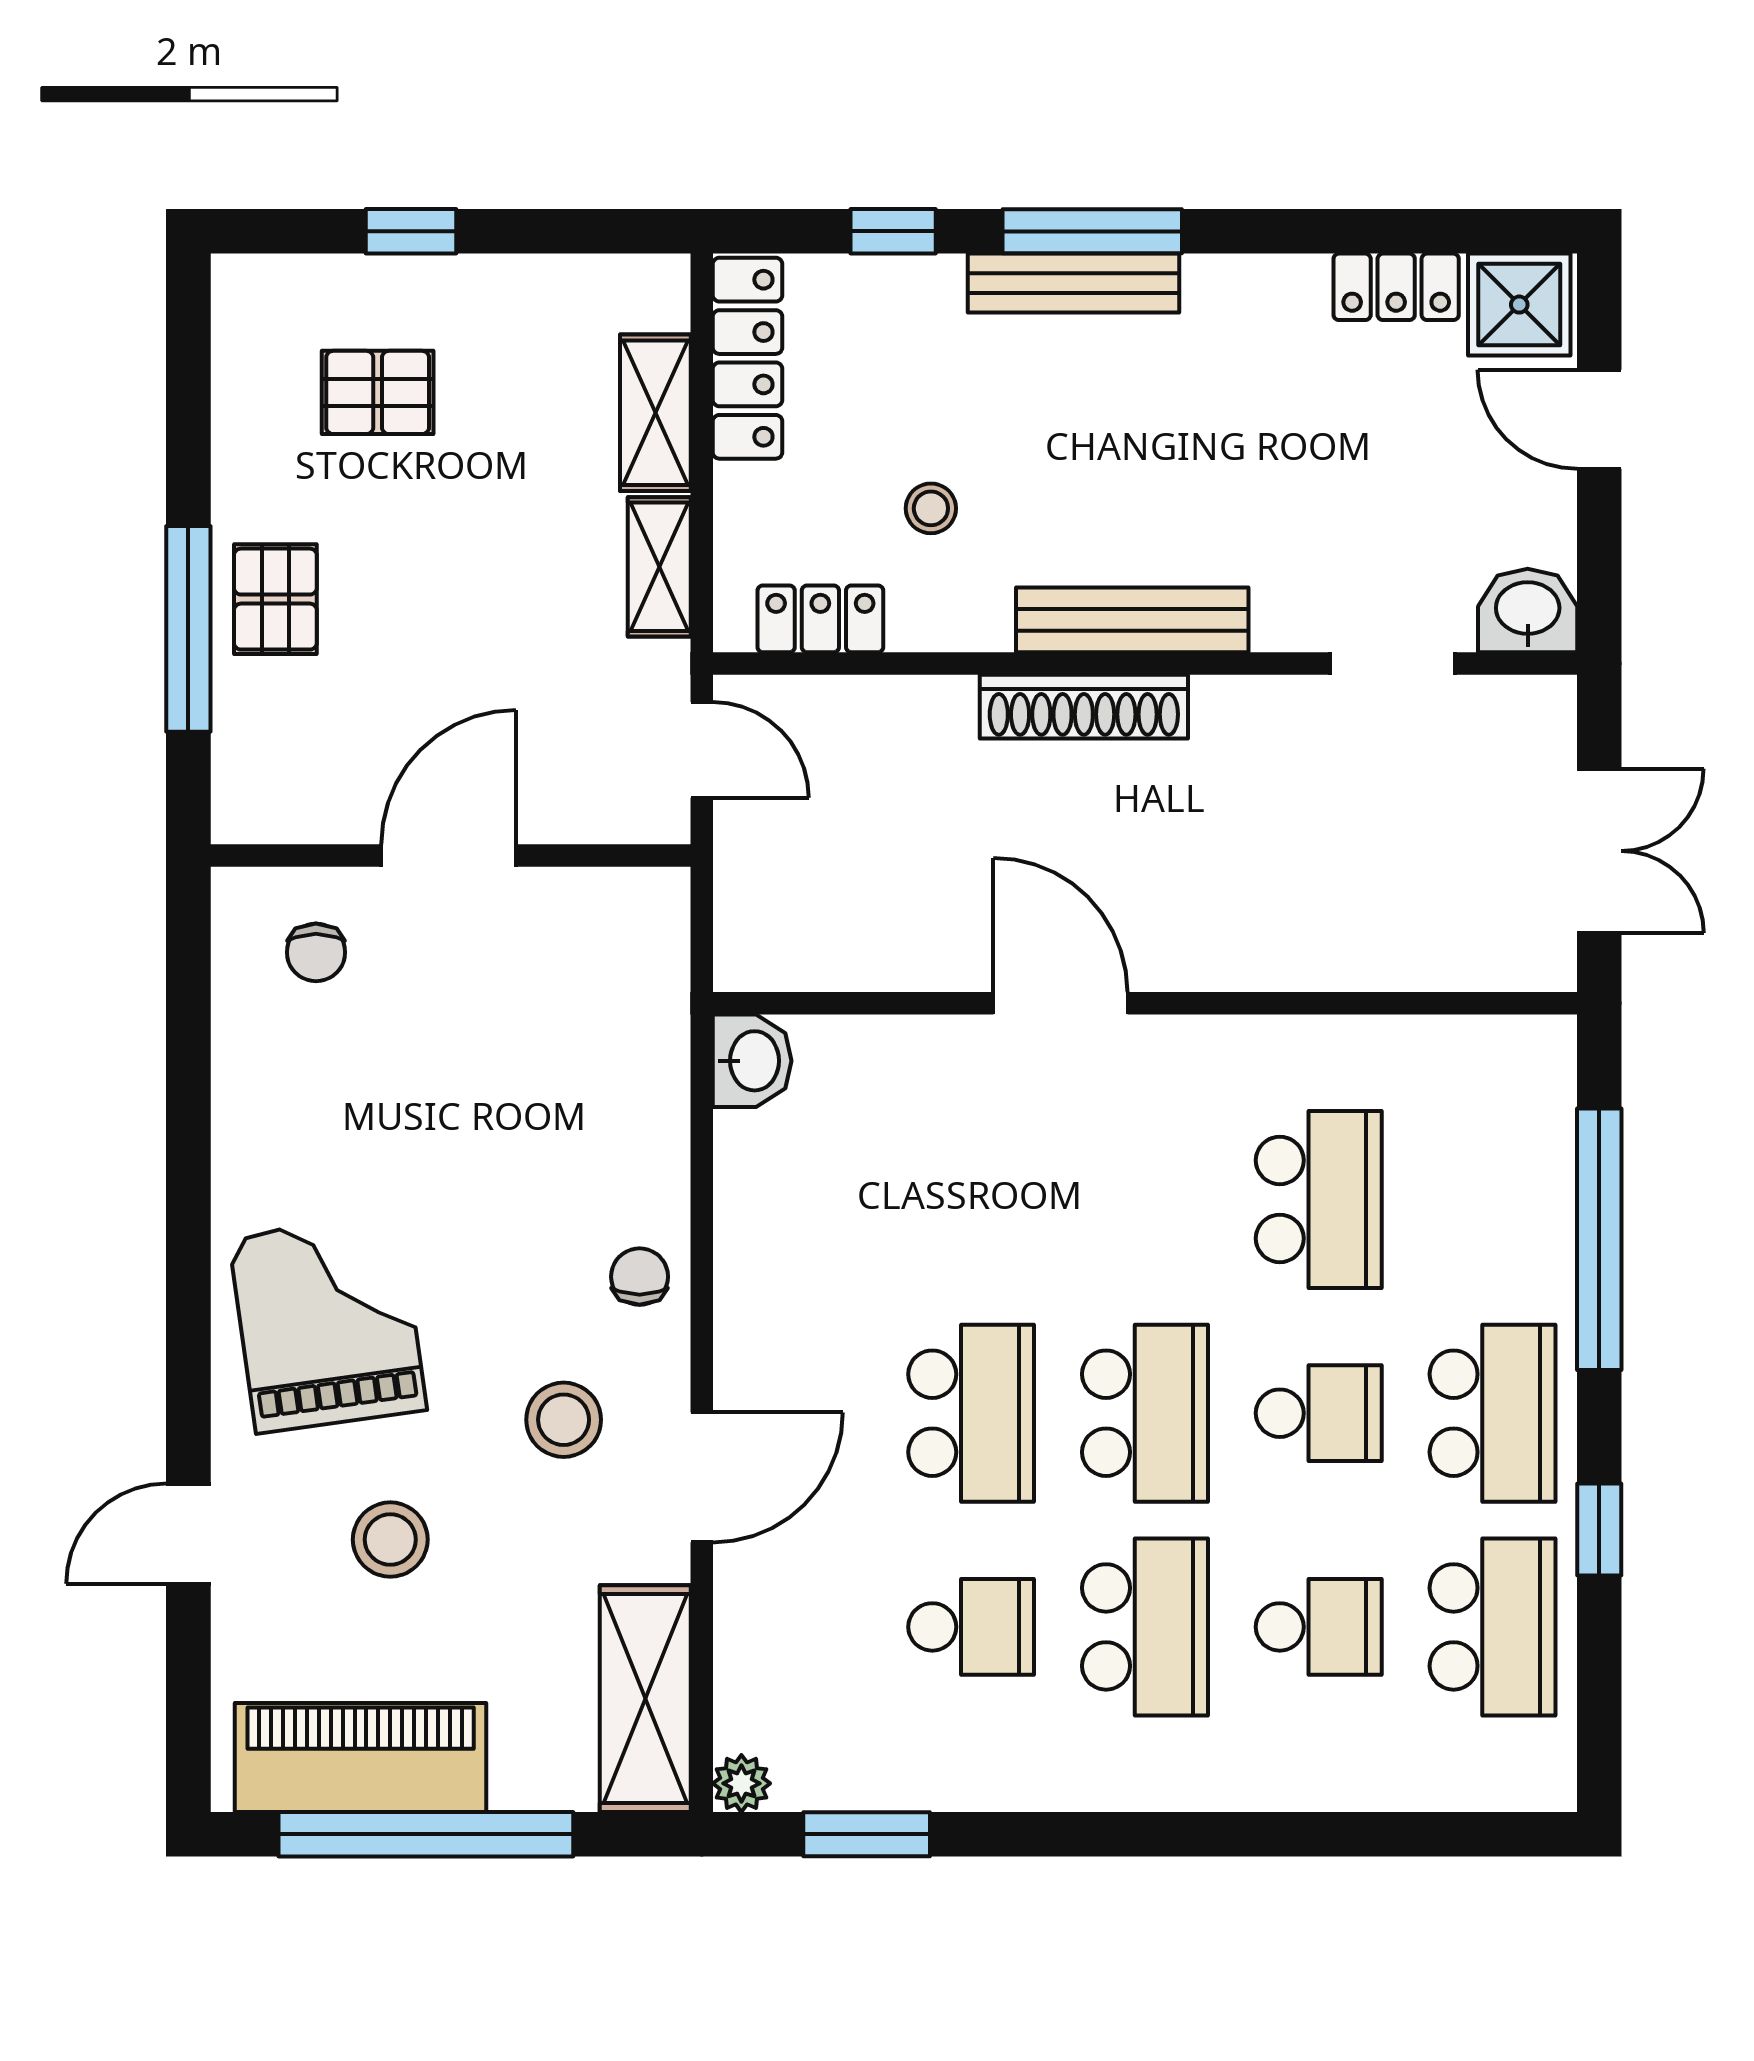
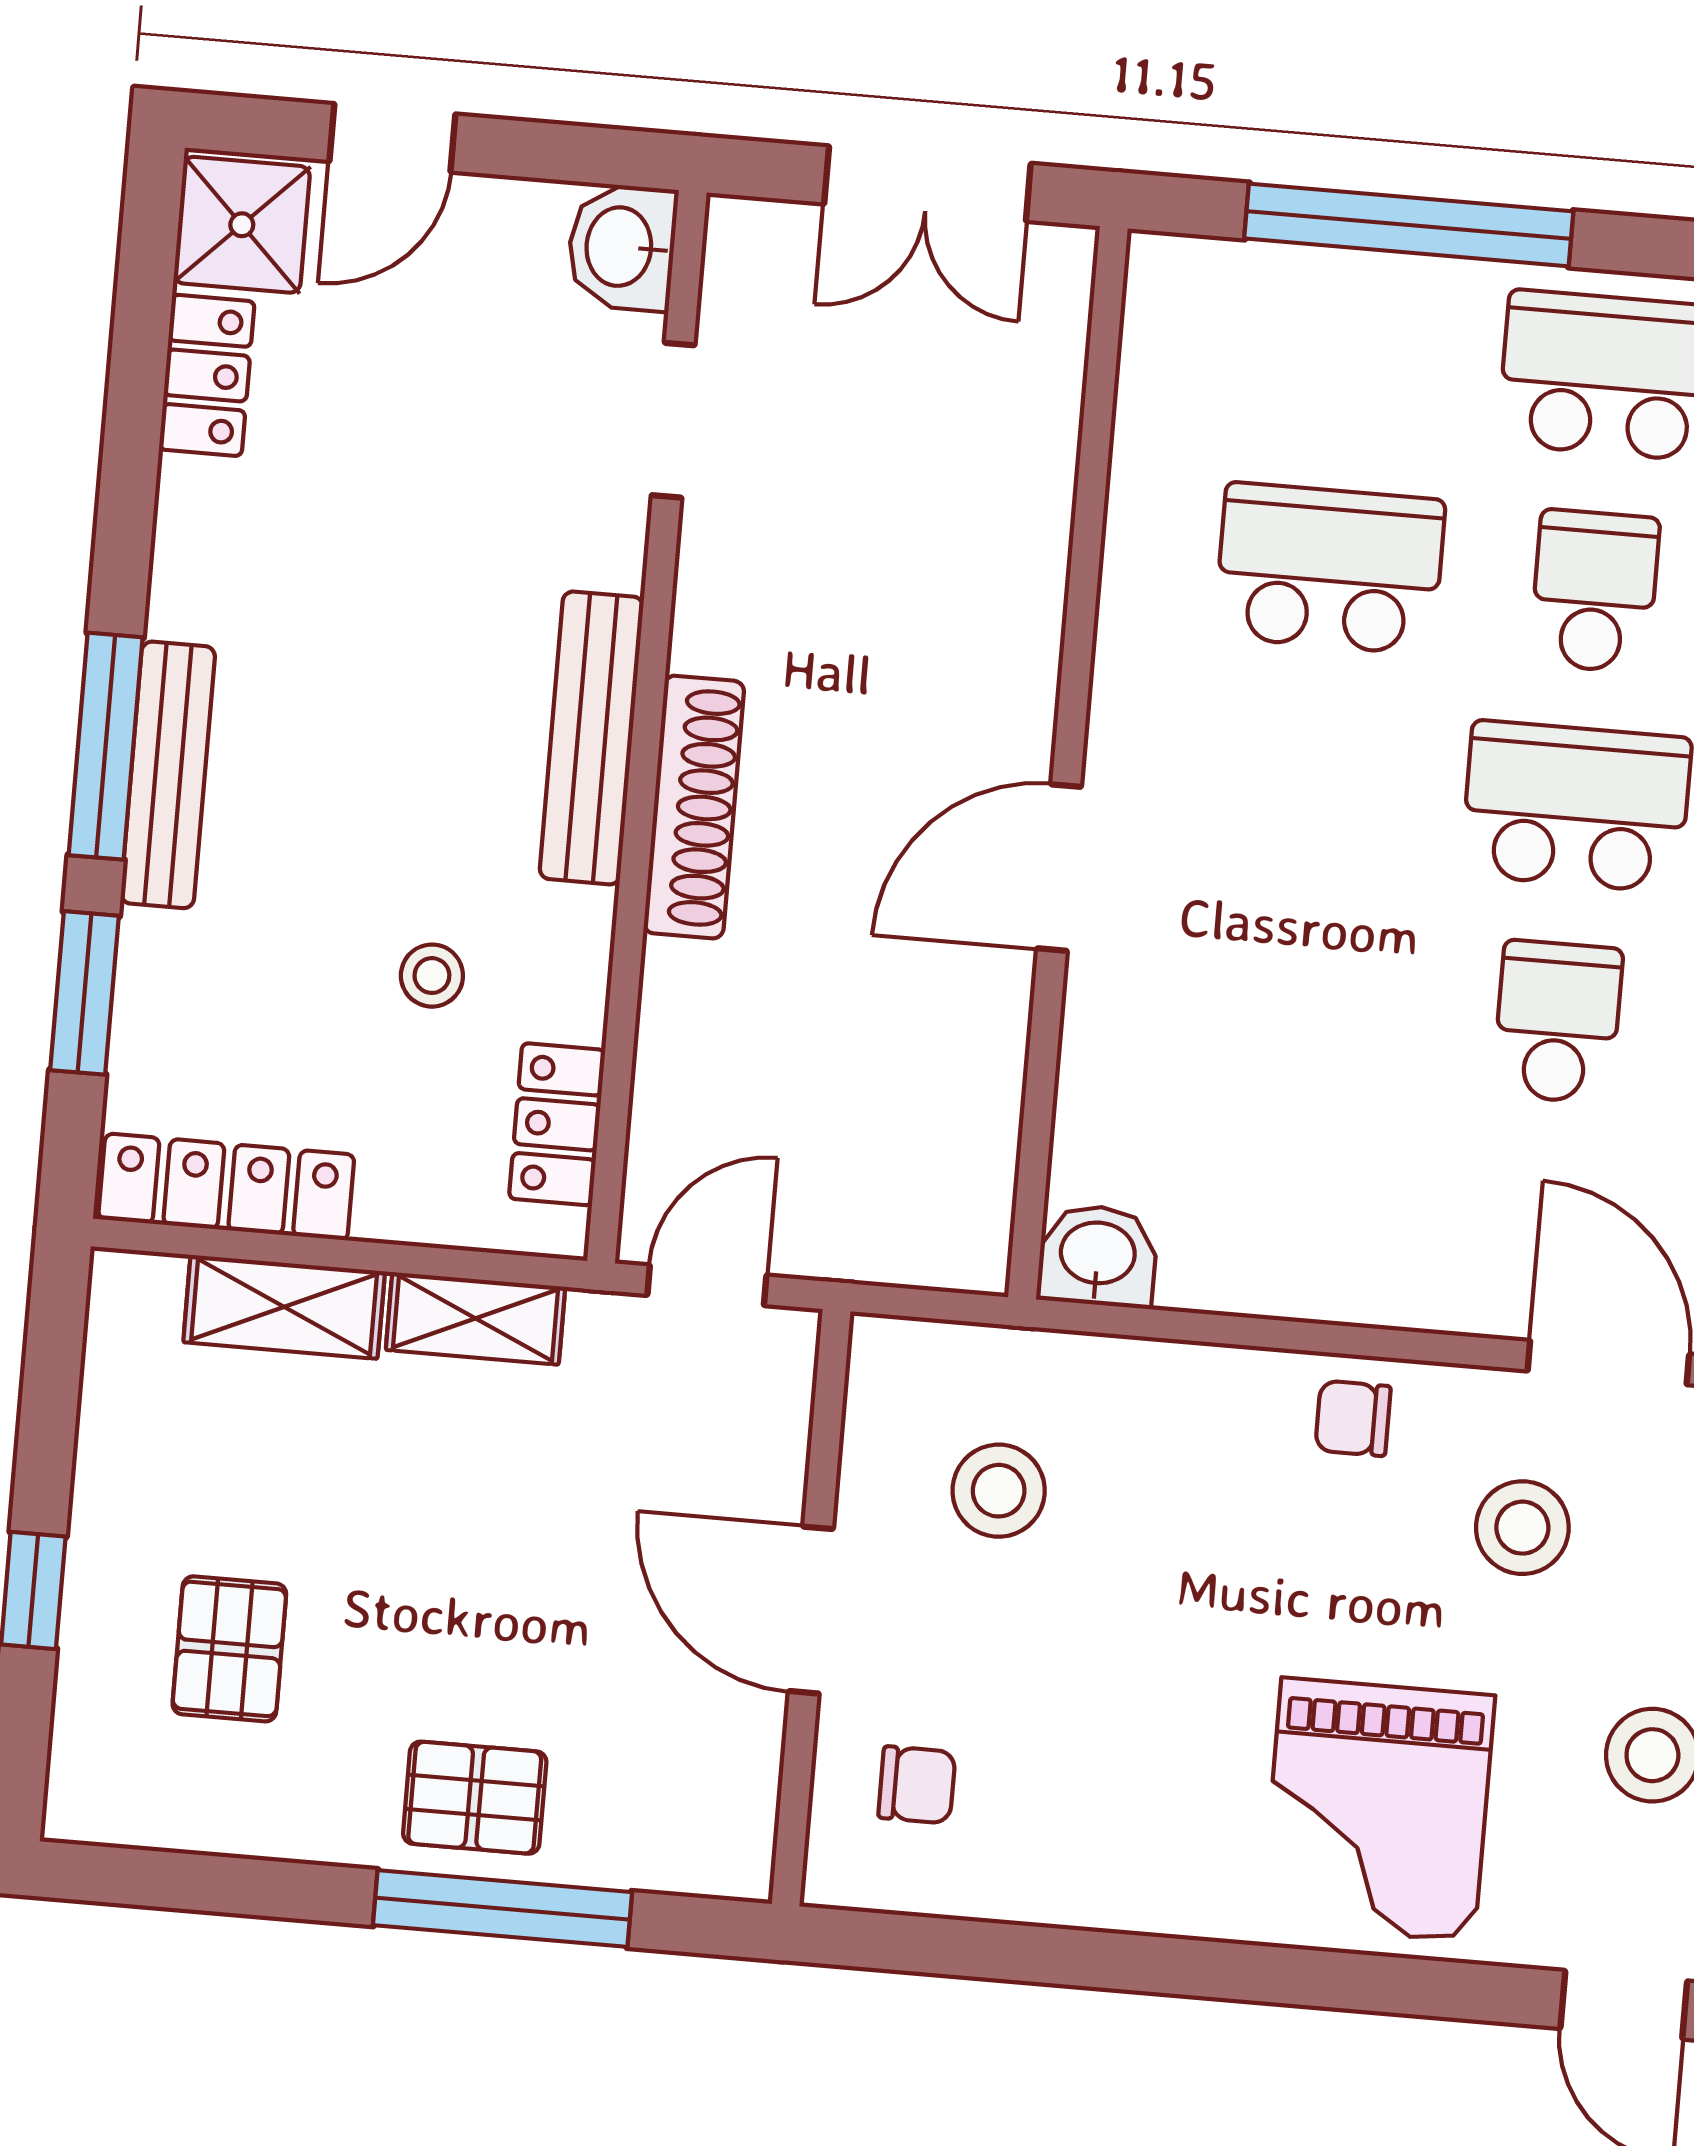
window: (893, 231) -> (85, 993), width x1.50
double door: (1599, 851) -> (927, 184), swing flipped
stool: (557, 998) -> (999, 1491), added
grand piano: (328, 1323) -> (1378, 1810), turned -82
school desk: (971, 1413) -> (1558, 1022), width x0.54

